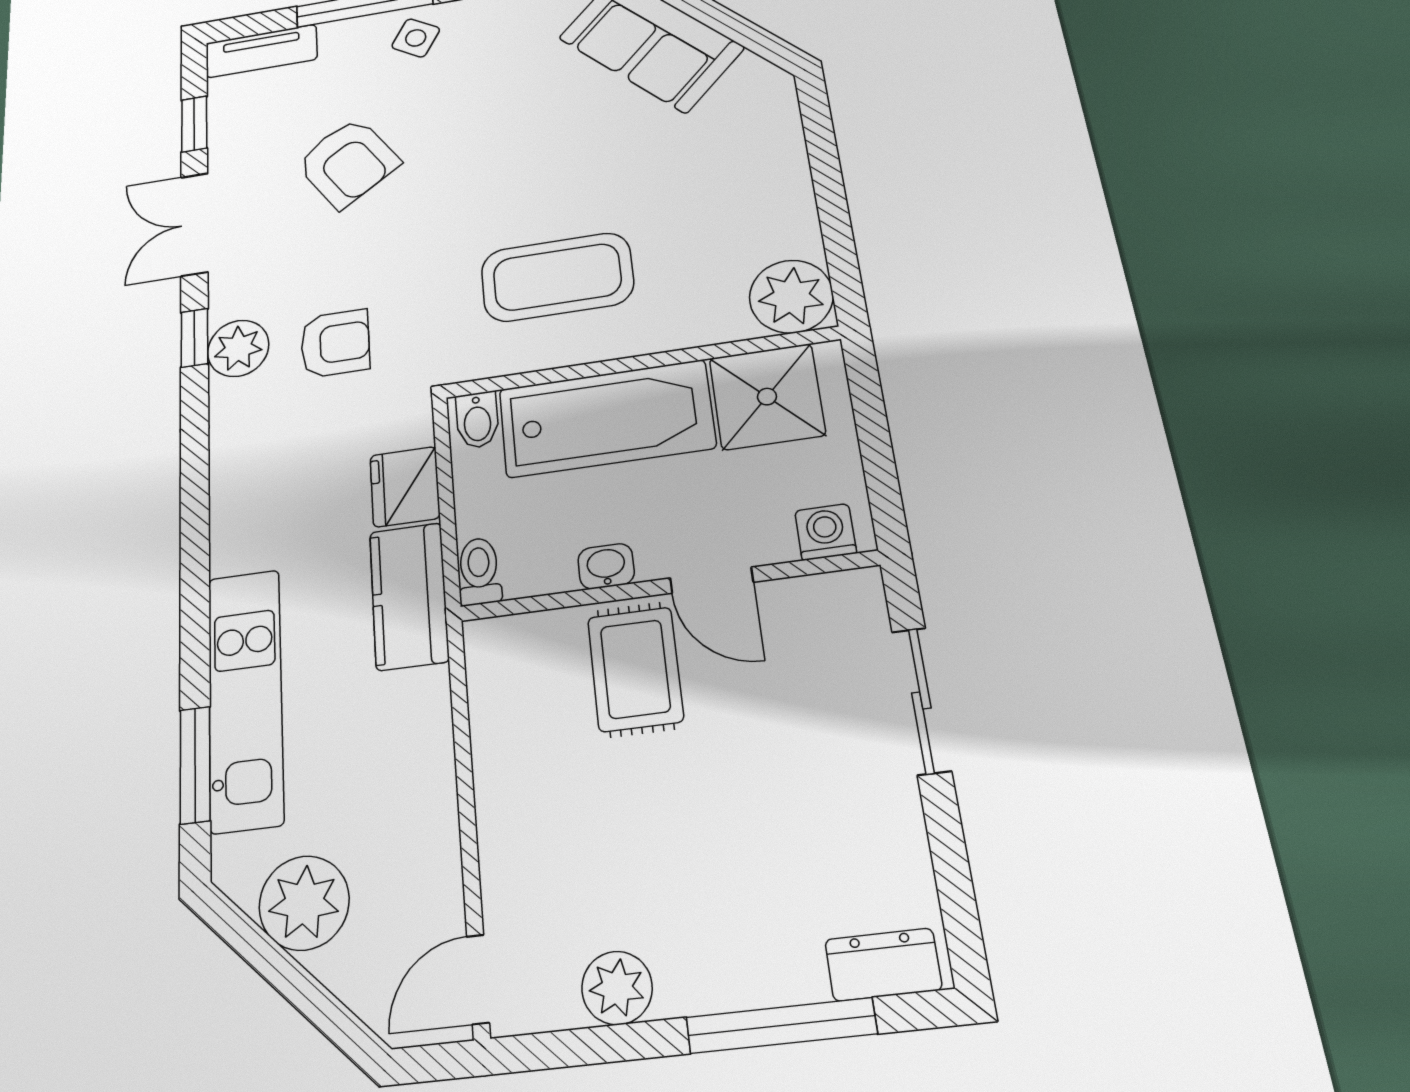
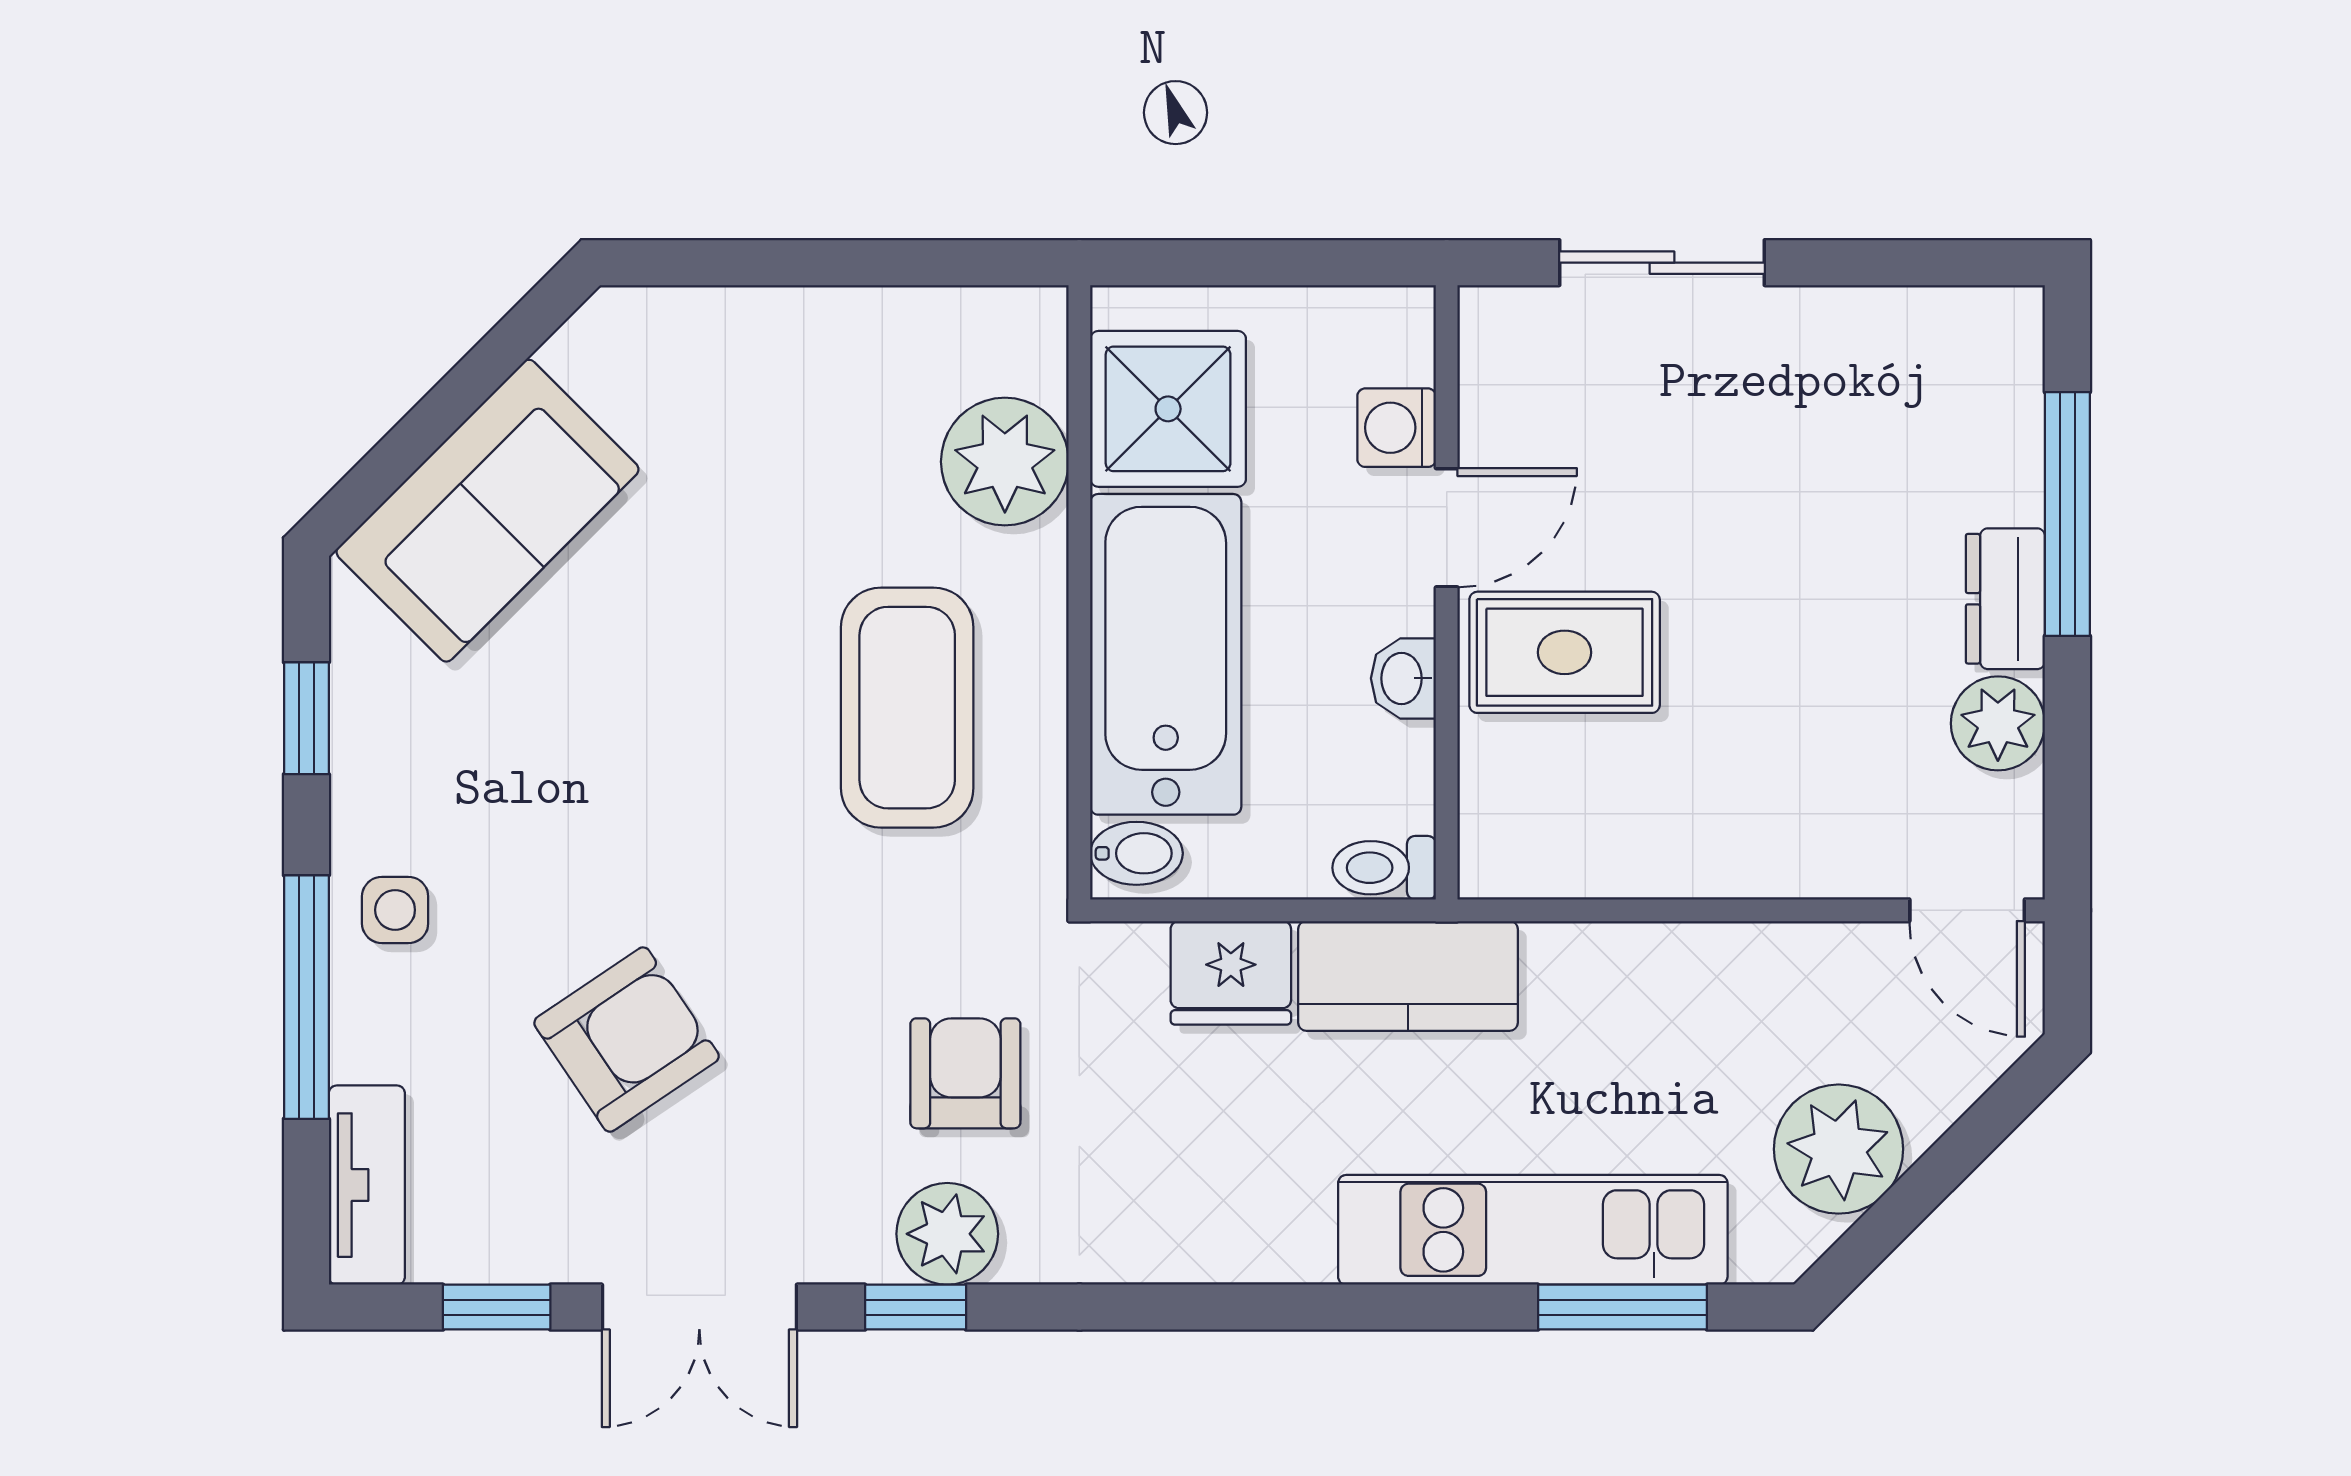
side table: (416, 38) -> (395, 910), turned -31
plant: (791, 296) -> (1005, 462), moved
washing machine: (826, 532) -> (1397, 428), moved
dresser: (883, 965) -> (2005, 599), moved

